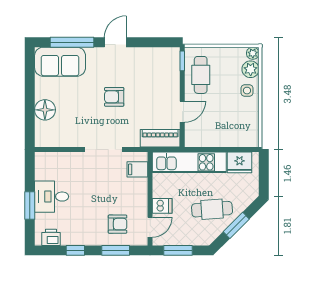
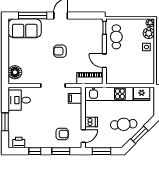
floor lamp: (45, 110) -> (15, 72), moved
door: (182, 112) -> (104, 61), swing flipped
desk: (52, 197) -> (19, 100), moved

